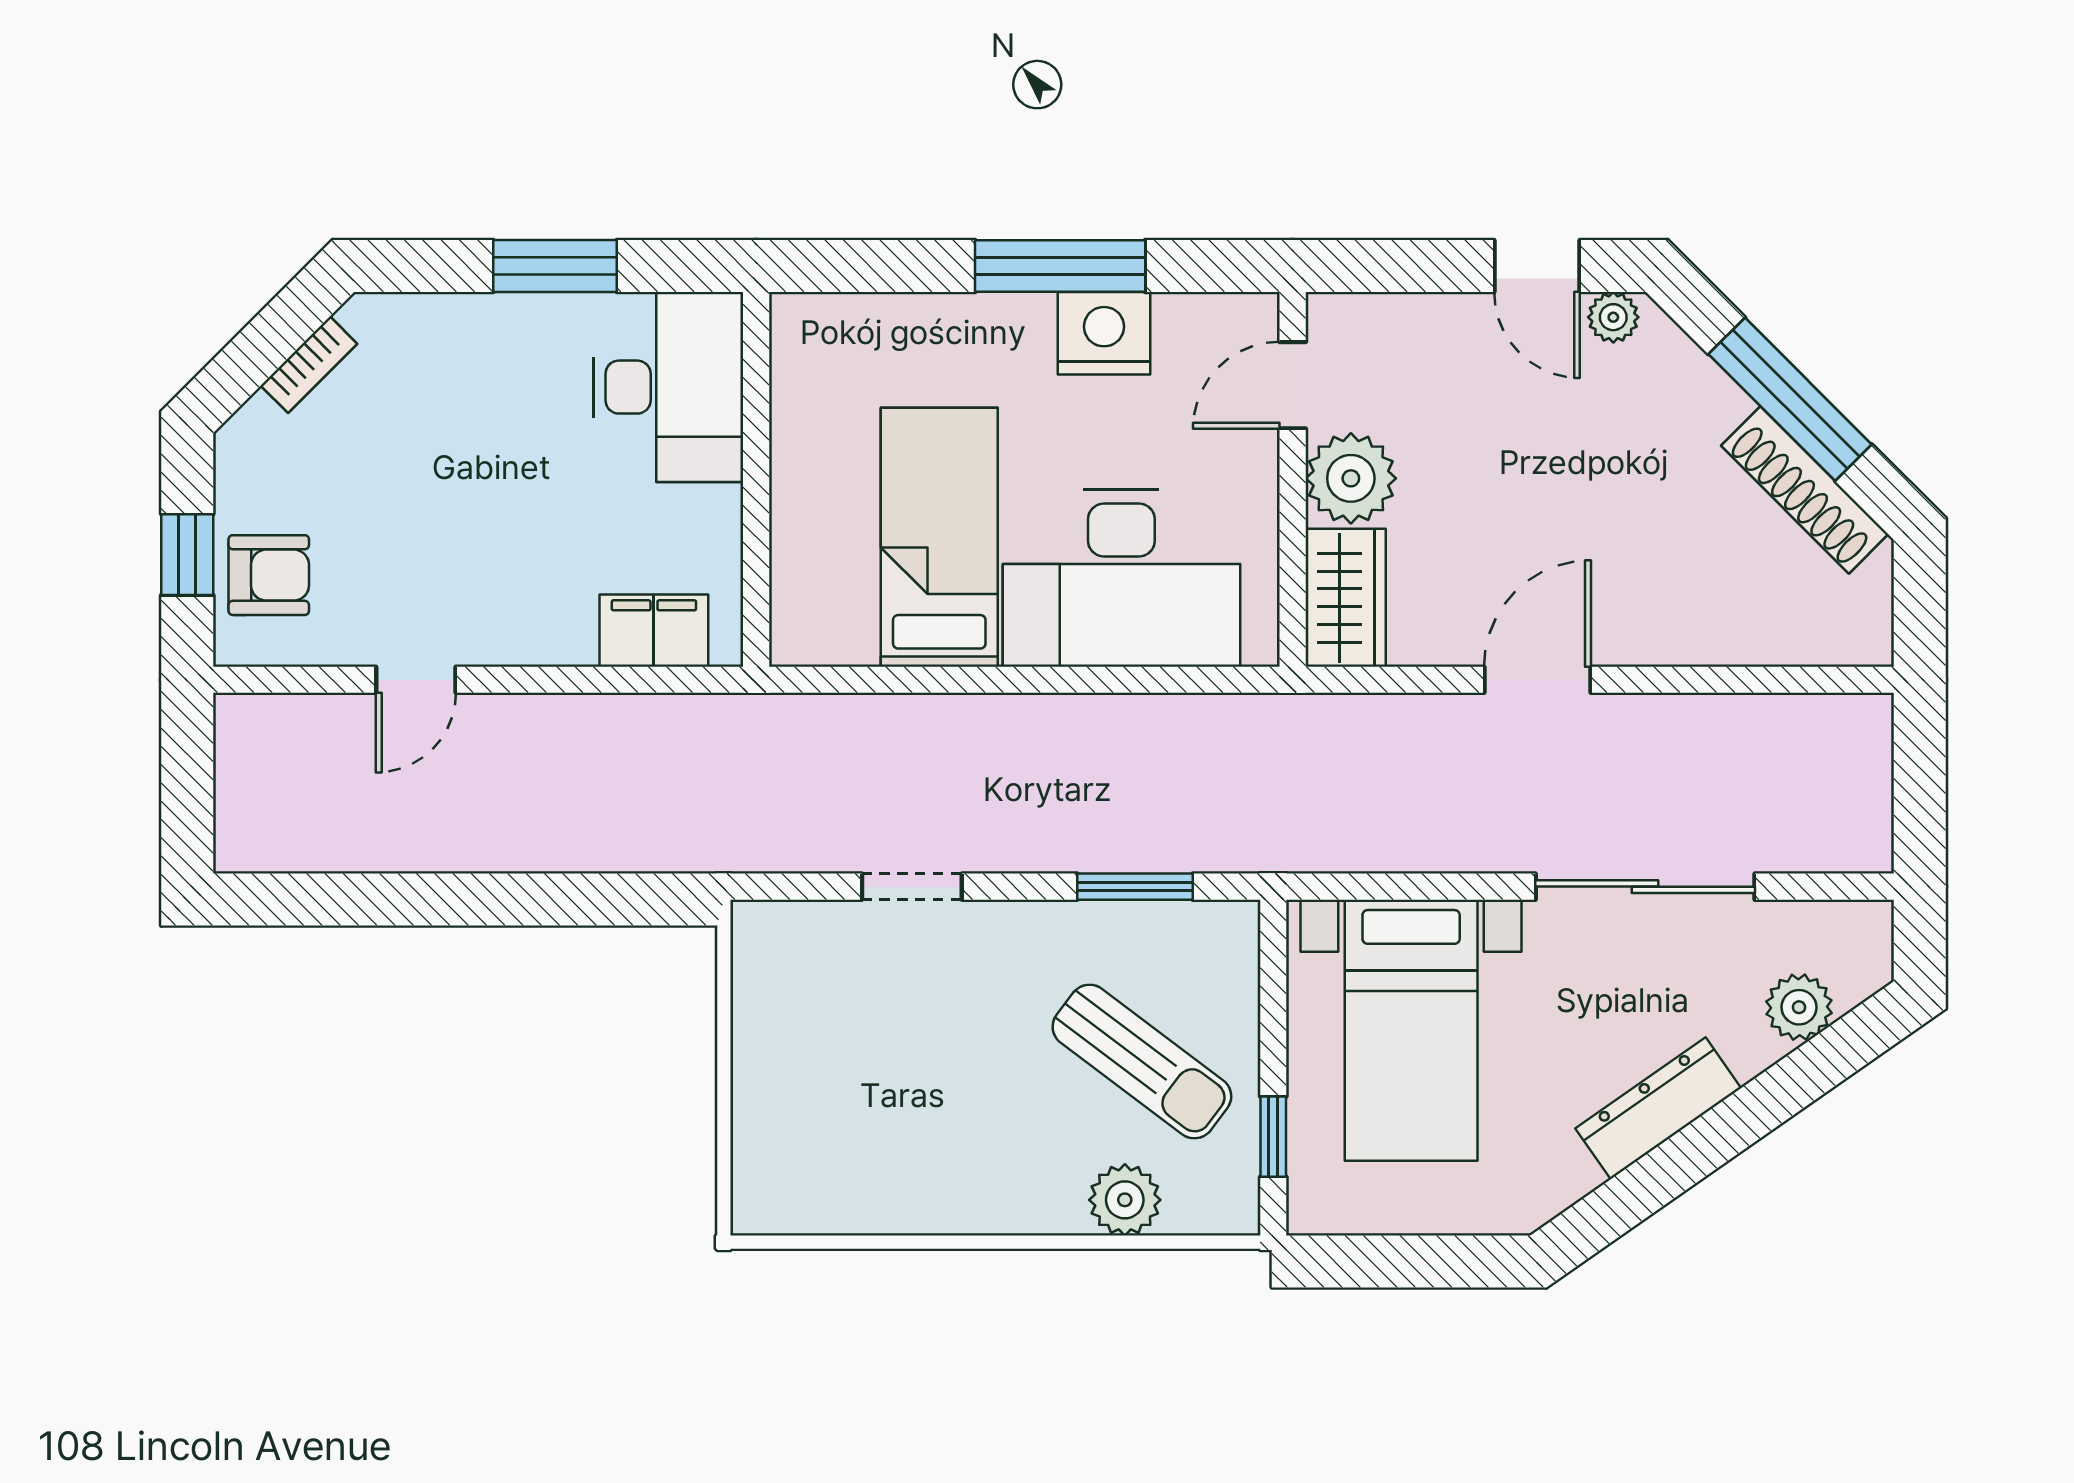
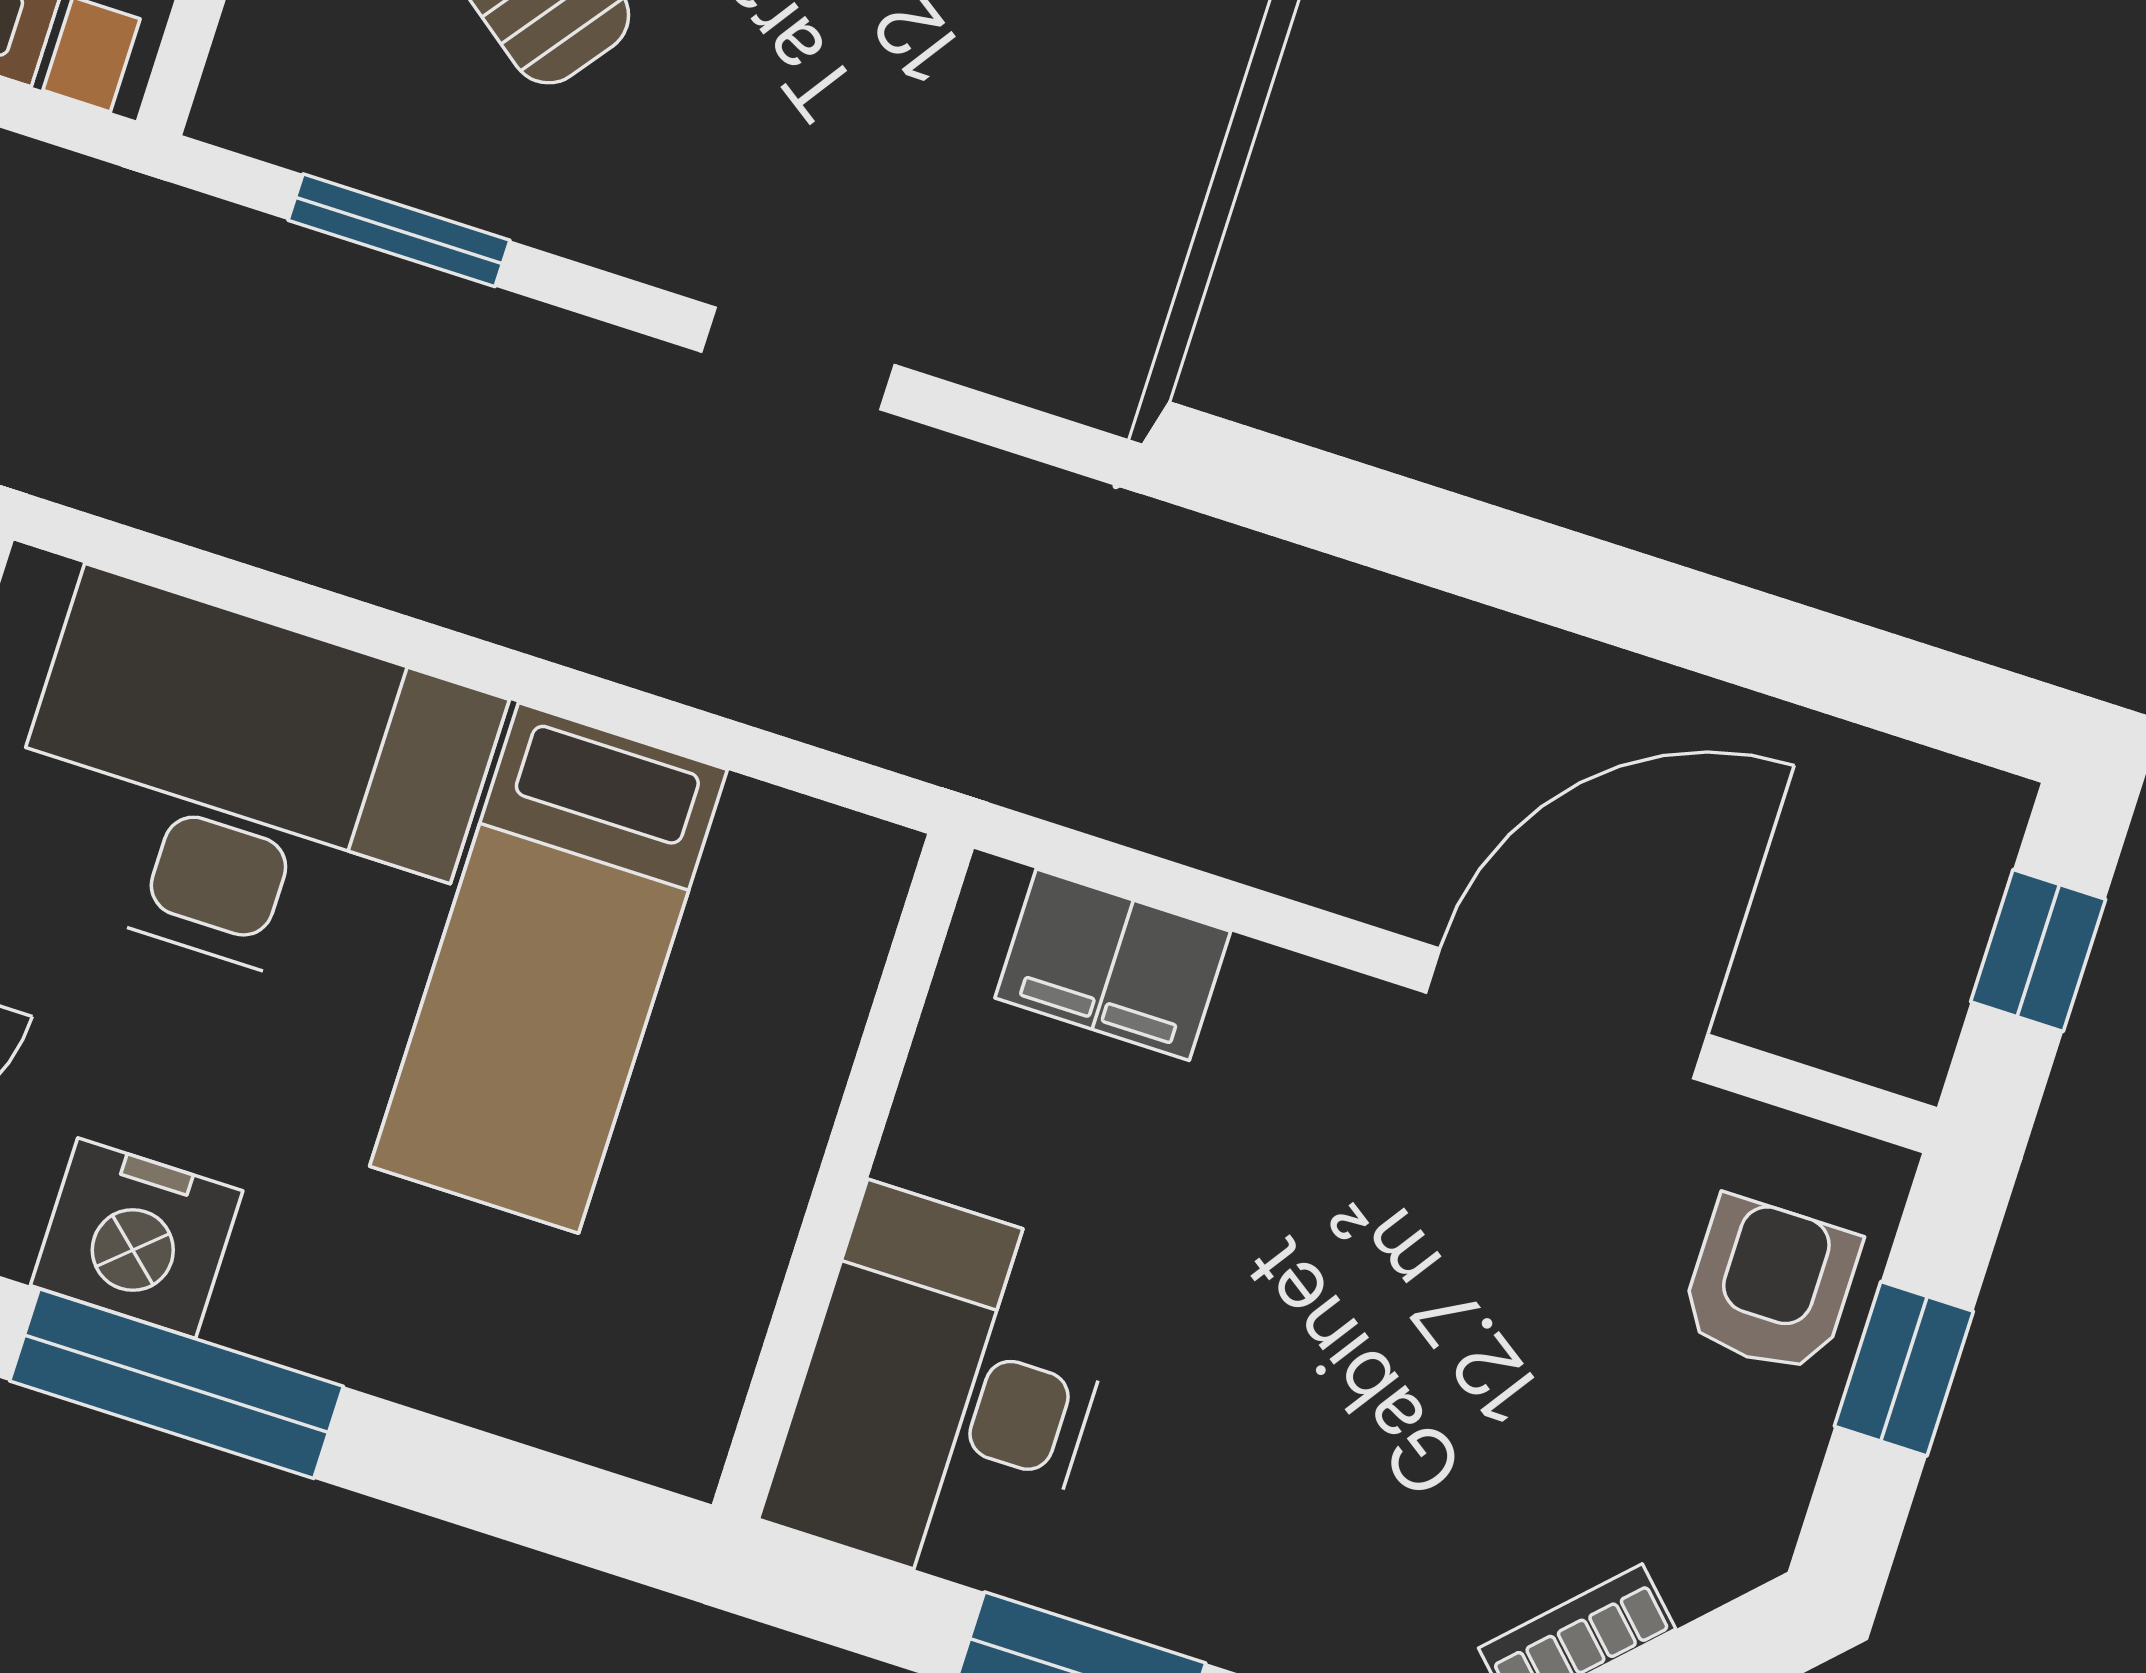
armchair: (269, 575) -> (1770, 1285), turned 90
door: (416, 680) -> (1567, 1014), width x1.88
window: (187, 788) -> (2038, 951), added

